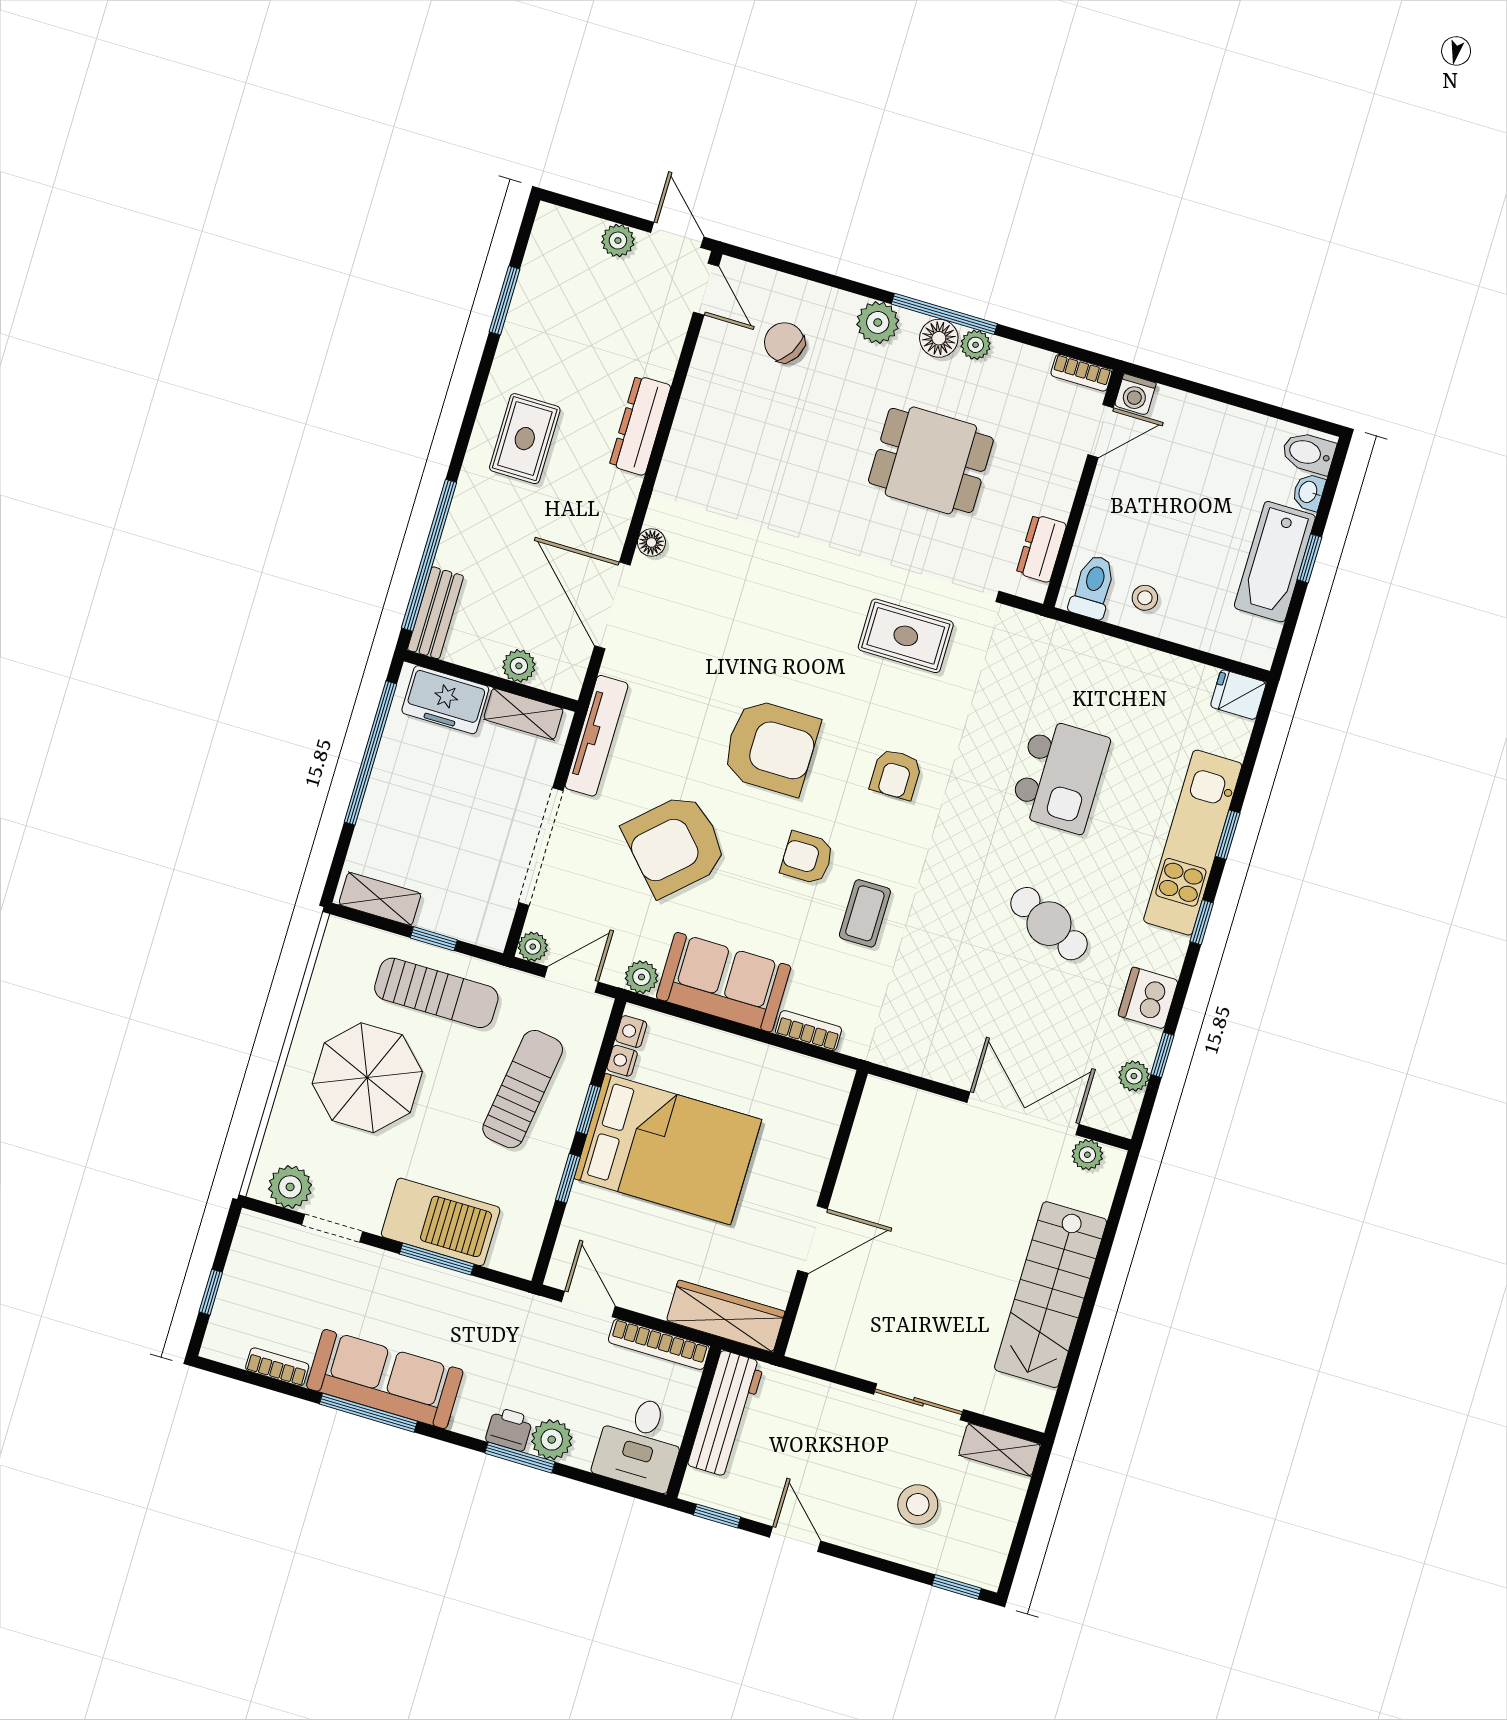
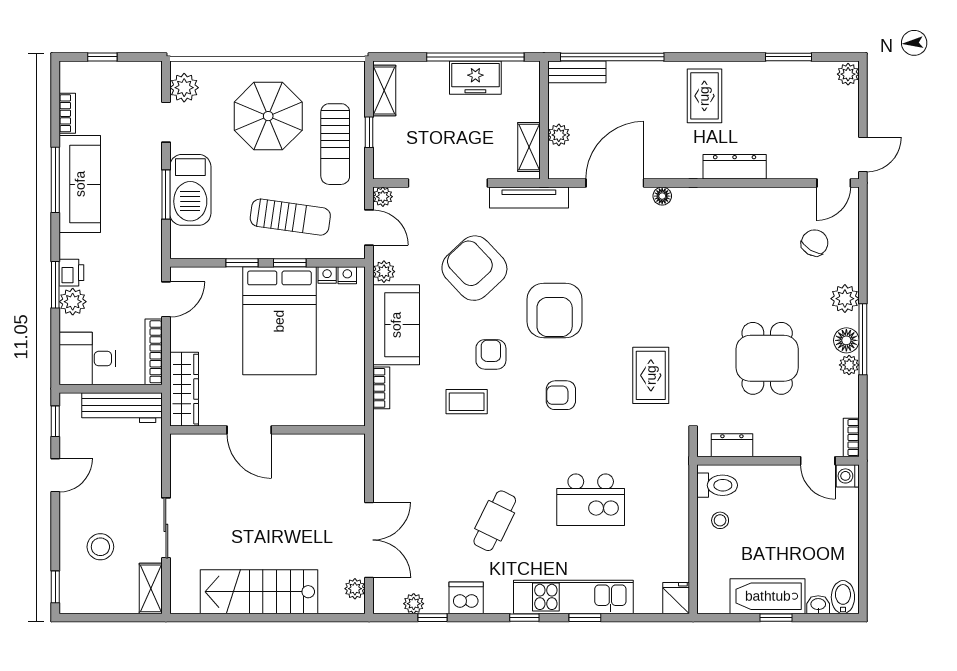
plant: (618, 241) -> (848, 74), moved
rug: (525, 439) -> (704, 96), turned 90
freezer: (445, 700) -> (475, 78), moved, turned -90

